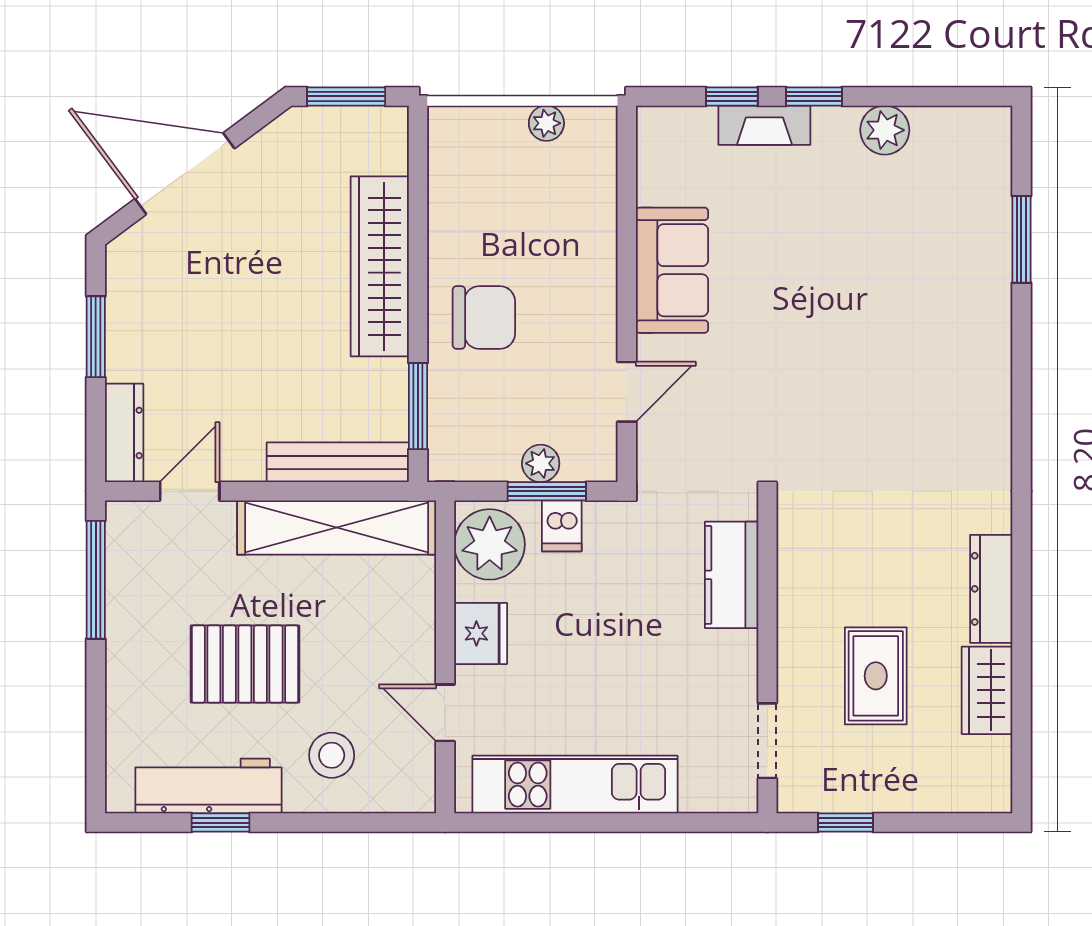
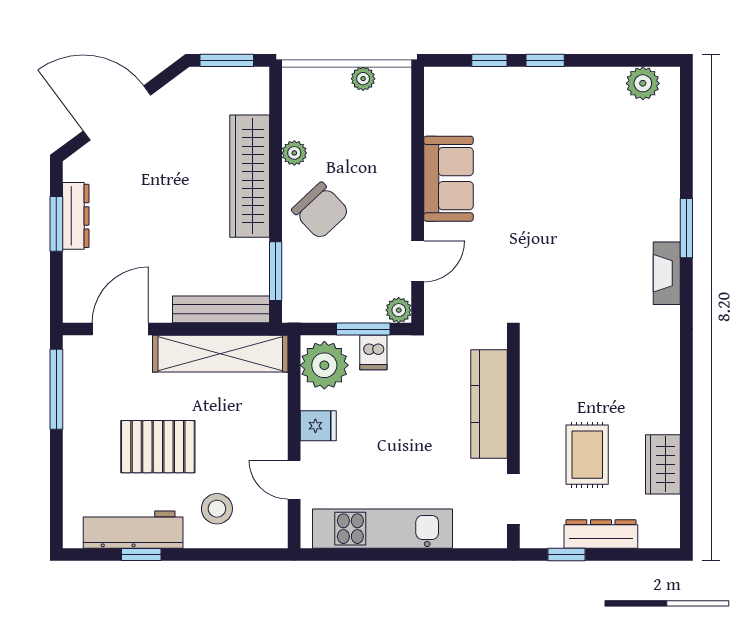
fireplace: (764, 125) -> (667, 273), moved, turned 90
plant: (885, 130) -> (643, 83), moved
plant: (445, 232) -> (294, 153), added
window: (1021, 239) -> (686, 228), moved
chair: (484, 317) -> (320, 211), turned 47
dresser: (124, 433) -> (76, 216), moved
plant: (541, 463) -> (399, 310), moved
door: (190, 491) -> (120, 329), width x1.38
kitchen counter: (732, 575) -> (489, 404), width x1.50
dresser: (991, 589) -> (601, 534), moved, turned 90
fridge: (481, 633) -> (318, 426), width x0.72

